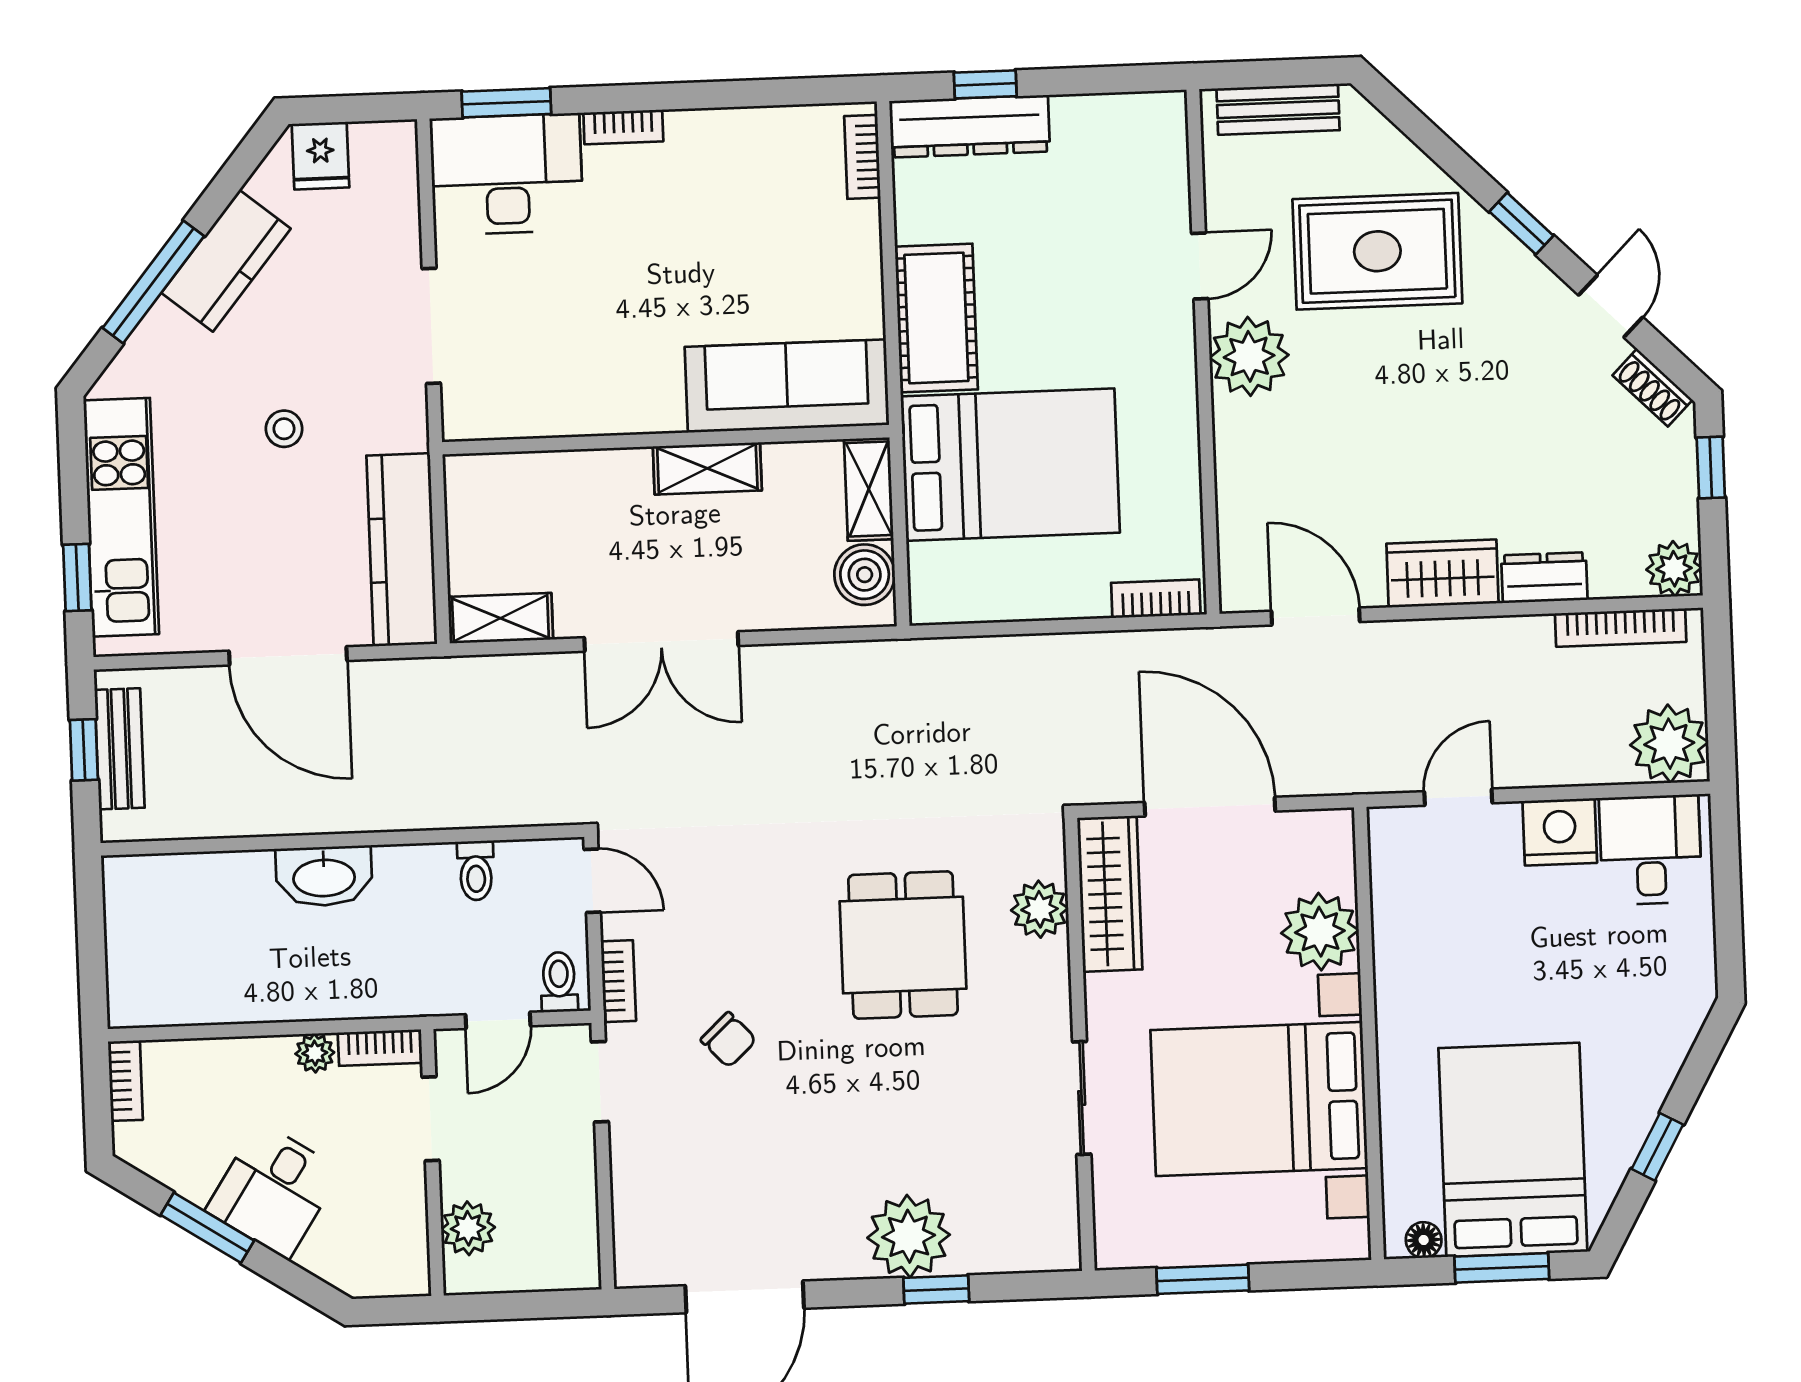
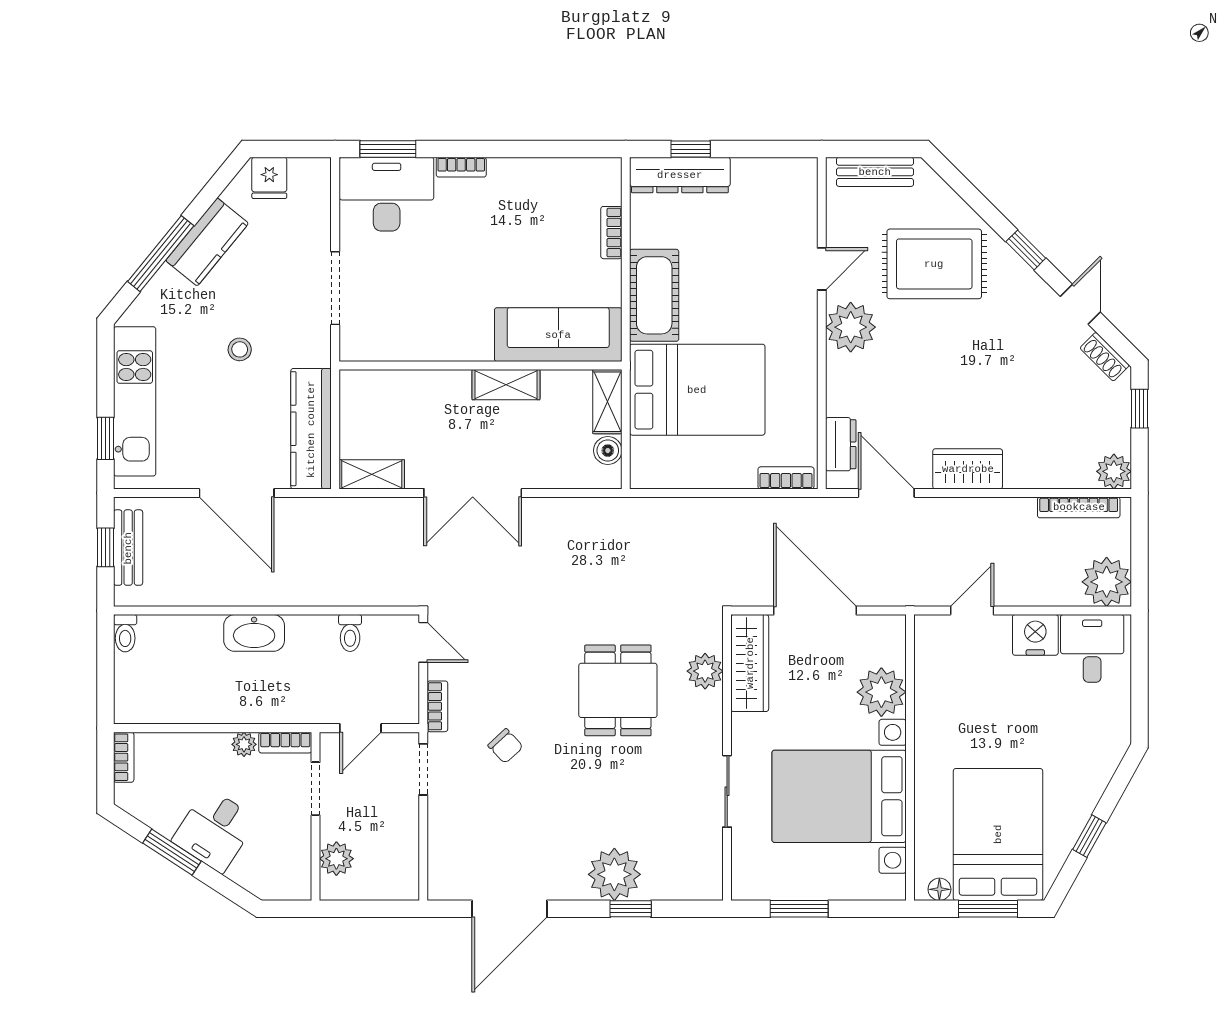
bookcase: (862, 157) -> (611, 233), moved
boiler: (865, 575) -> (608, 451), width x0.73, depth x0.73
dresser: (1544, 578) -> (841, 444), moved, turned 90
toilet: (559, 982) -> (125, 633), moved, turned 180

